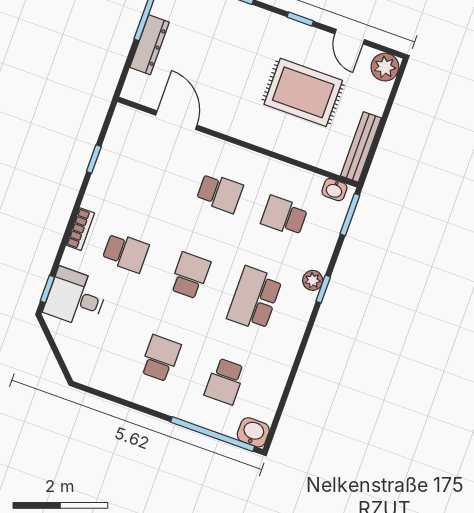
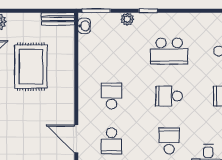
door: (176, 120) -> (76, 139), hinge flipped
bench: (361, 147) -> (58, 19), width x0.73
school desk: (284, 216) -> (111, 141), moved
plant: (313, 280) -> (127, 19), moved

